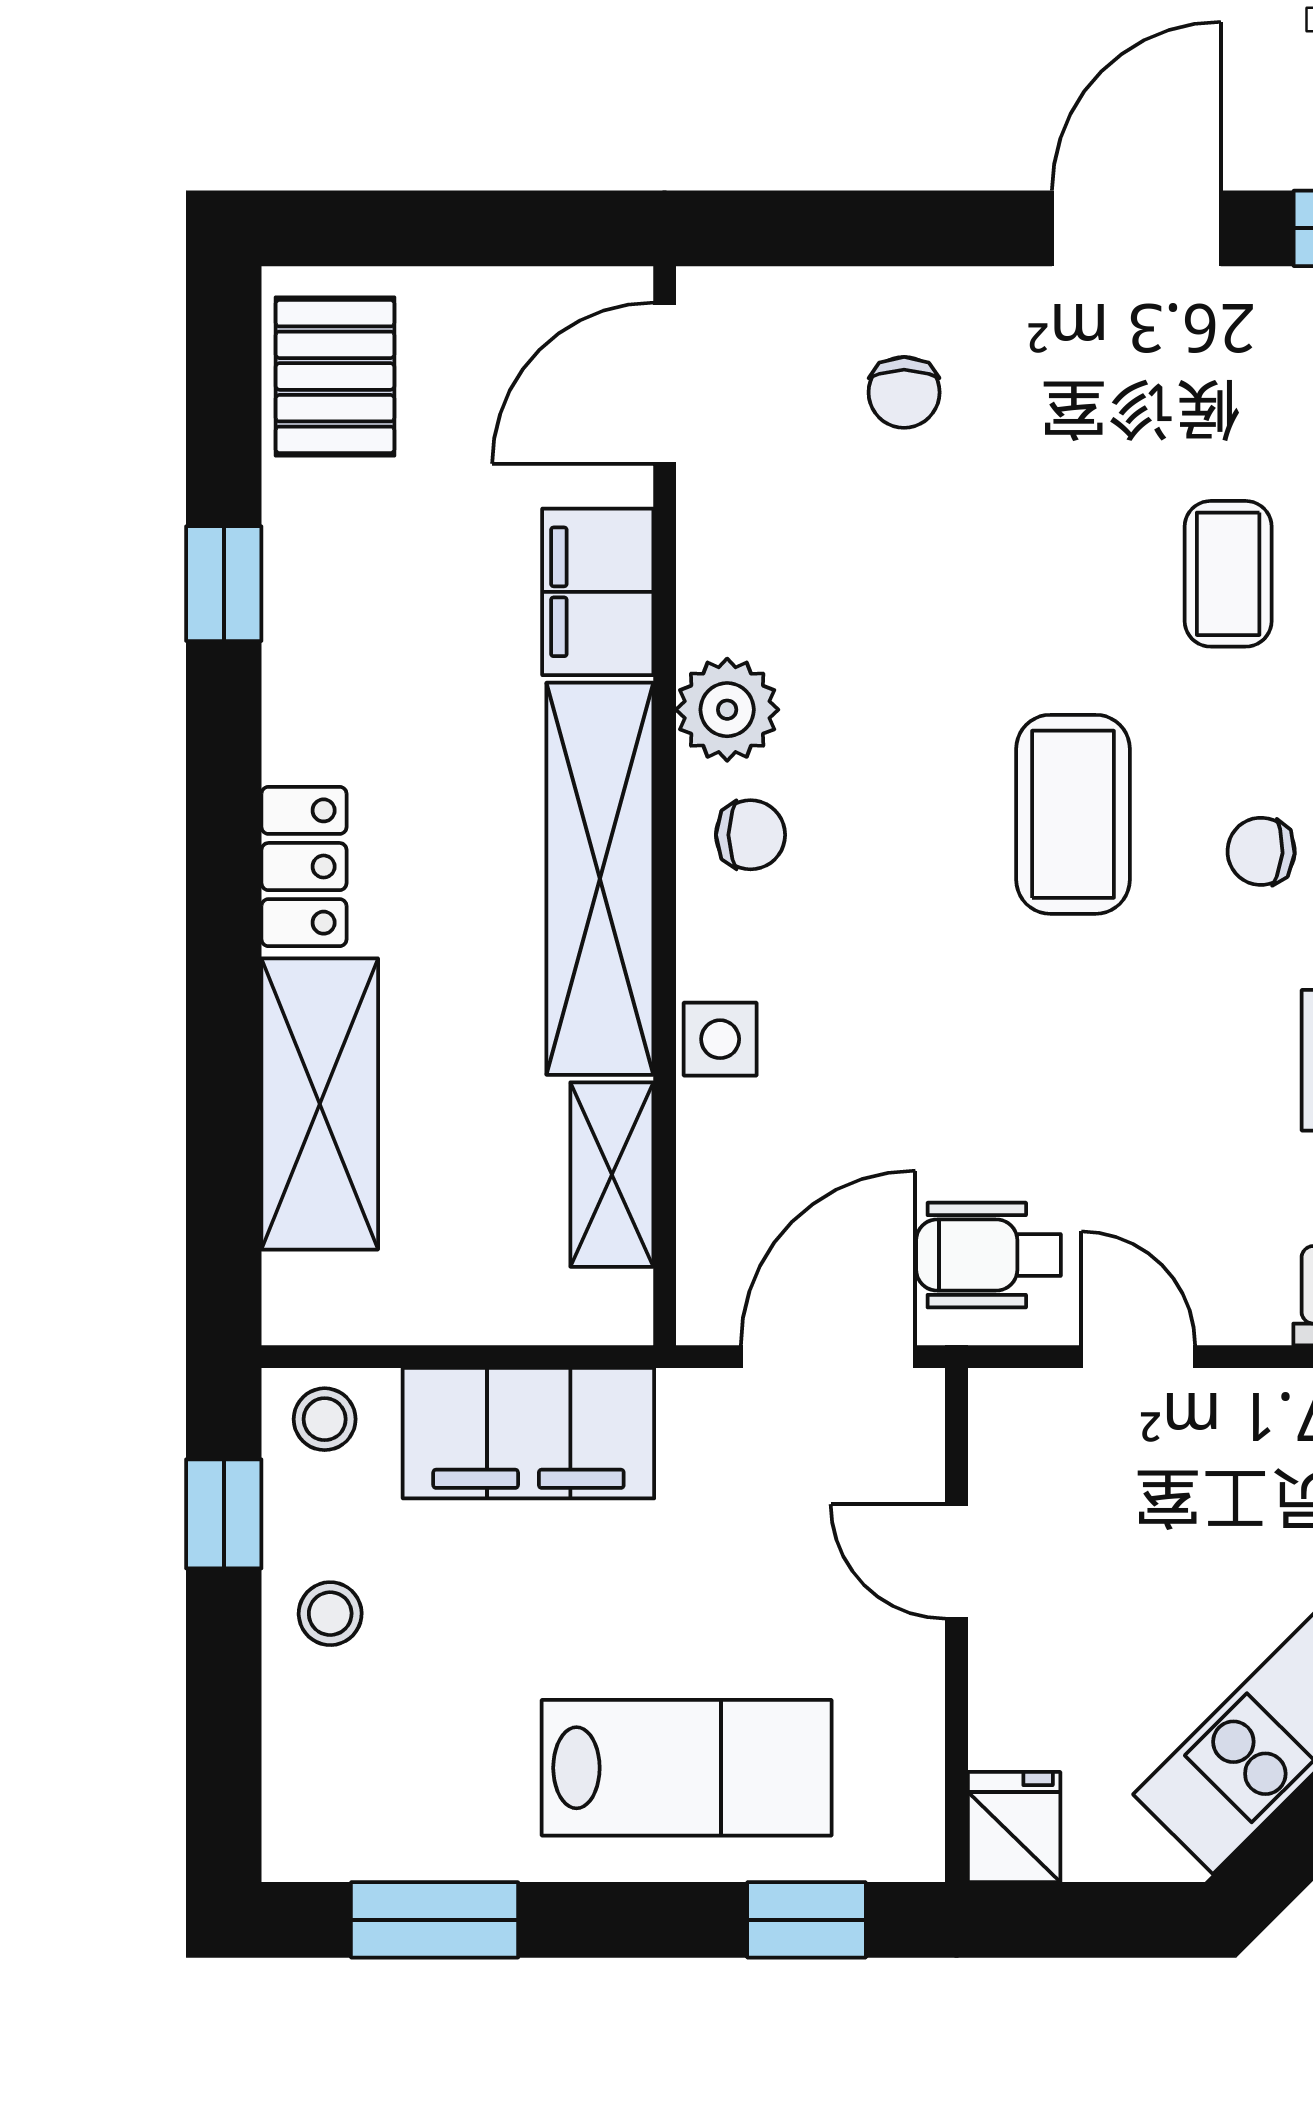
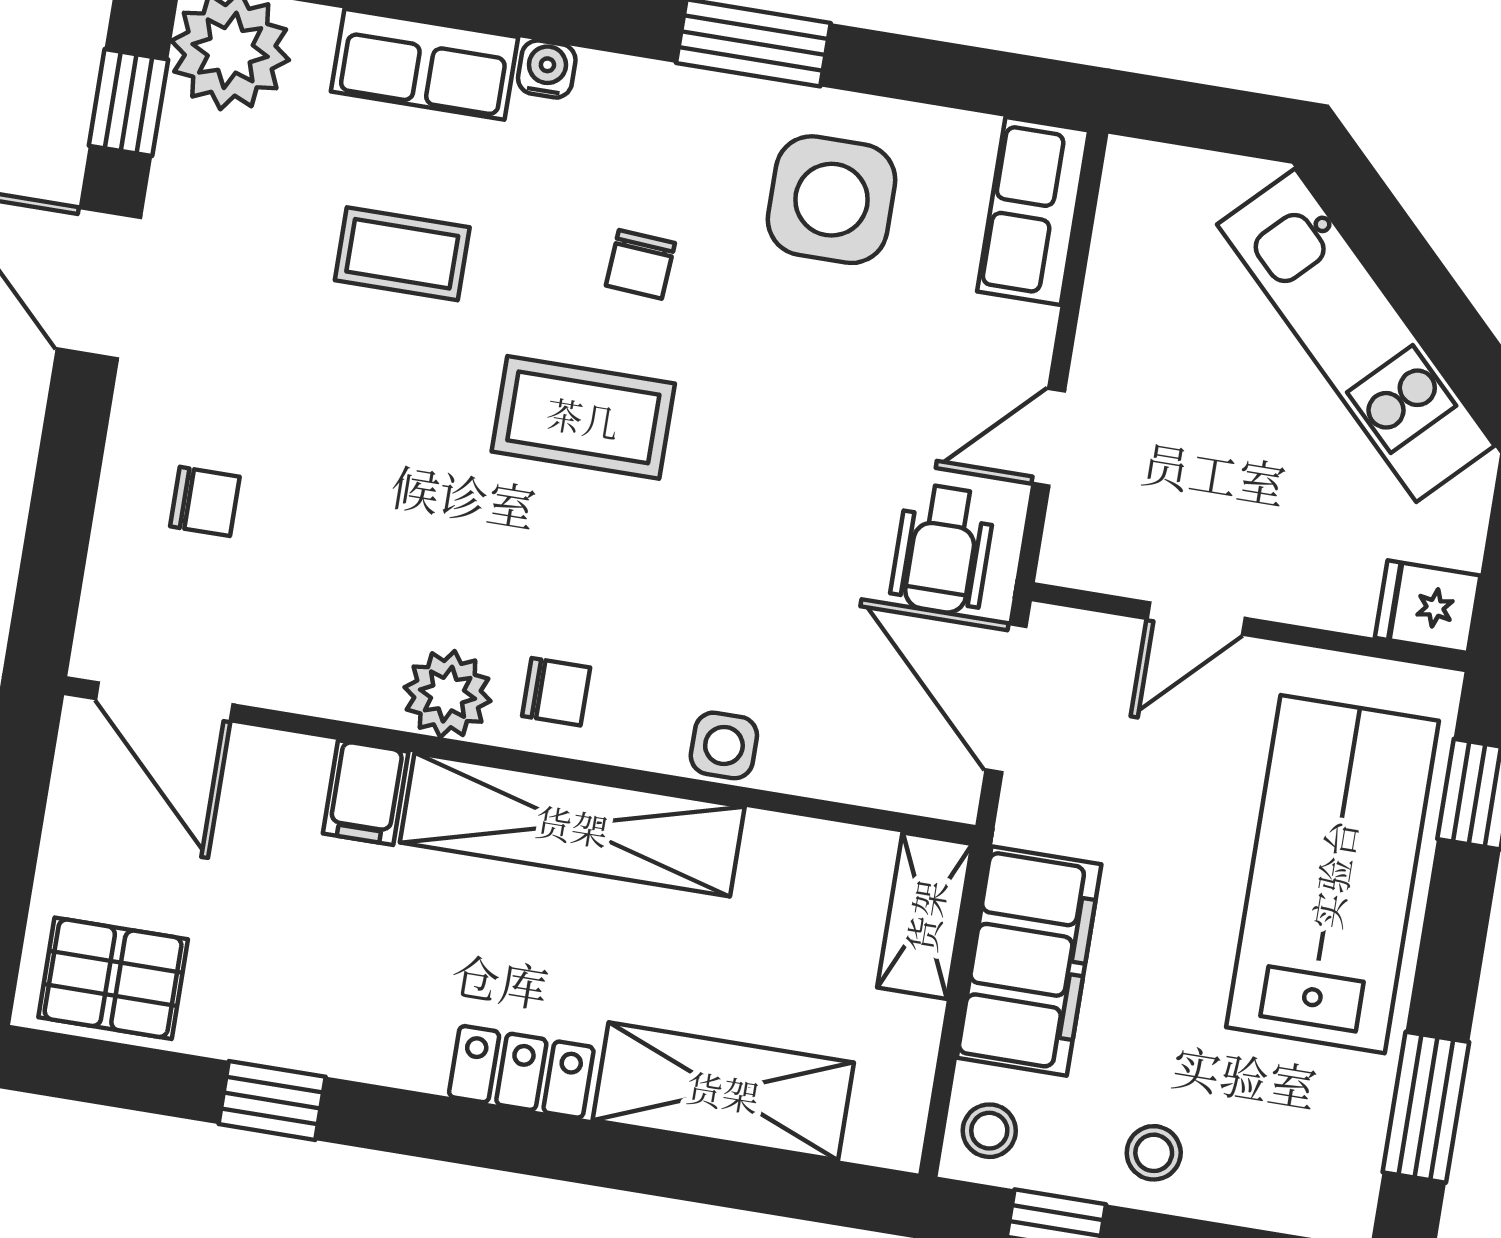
filing cabinet: (598, 592) -> (366, 793), width x0.50
chair: (750, 835) -> (556, 692), turned 90
shelving: (612, 1175) -> (925, 916), moved, turned 90
lab bench: (687, 1768) -> (1333, 874), width x1.36, depth x1.39

